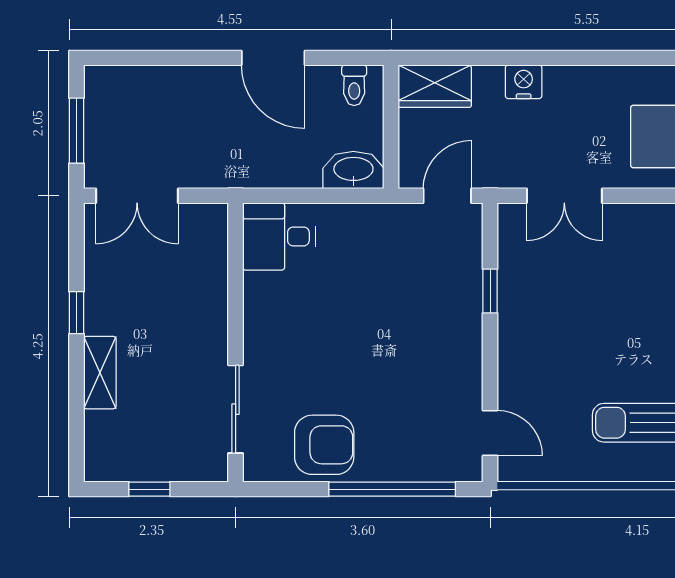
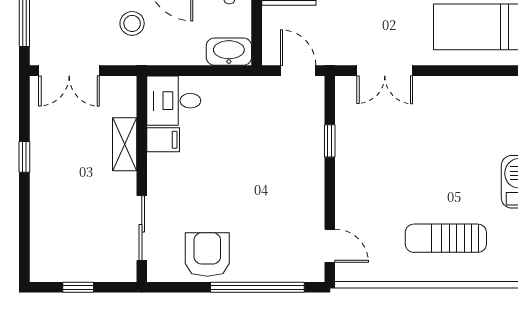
stool: (222, 132) -> (132, 23), added
door: (447, 196) -> (298, 71), hinge flipped
filing cabinet: (265, 289) -> (163, 140), added
shelving: (100, 373) -> (125, 144), moved
armchair: (324, 445) -> (207, 255), turned -90

